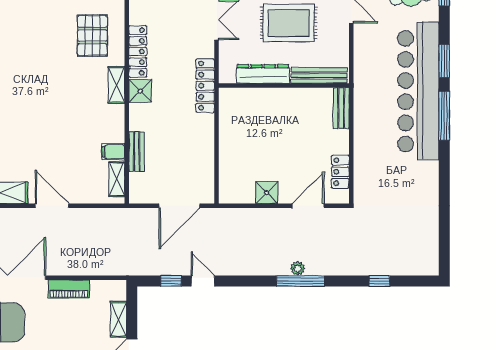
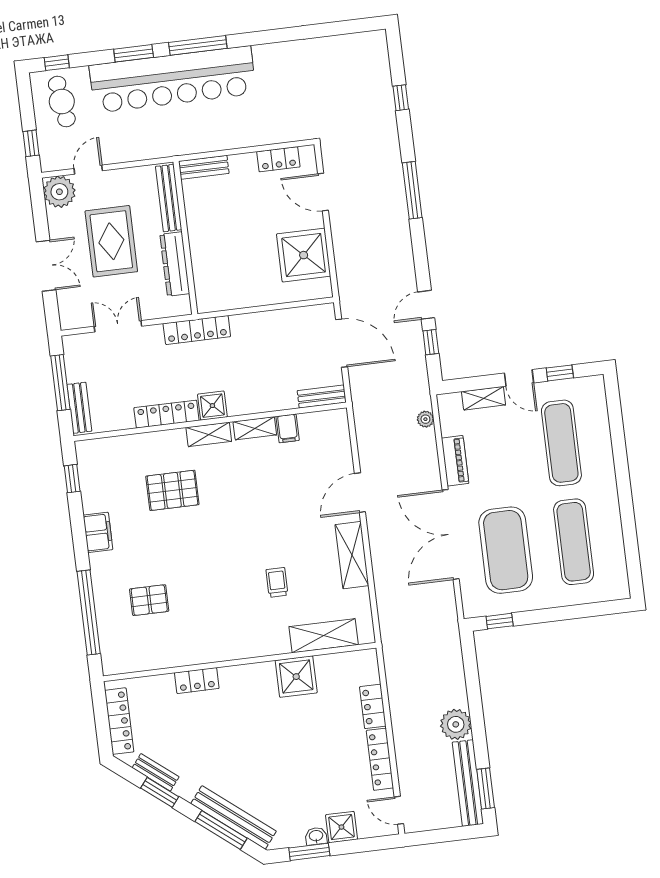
pallet: (92, 35) -> (172, 490), moved
bench: (137, 152) -> (322, 396), moved
shelving: (117, 179) -> (255, 428), moved
shower: (267, 193) -> (304, 255), width x1.86, depth x1.86
plant: (298, 268) -> (425, 419), moved

